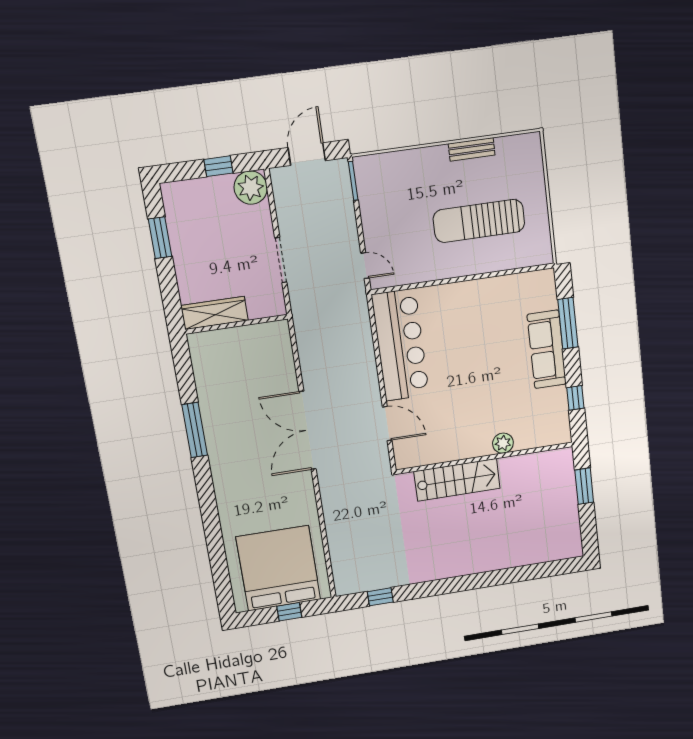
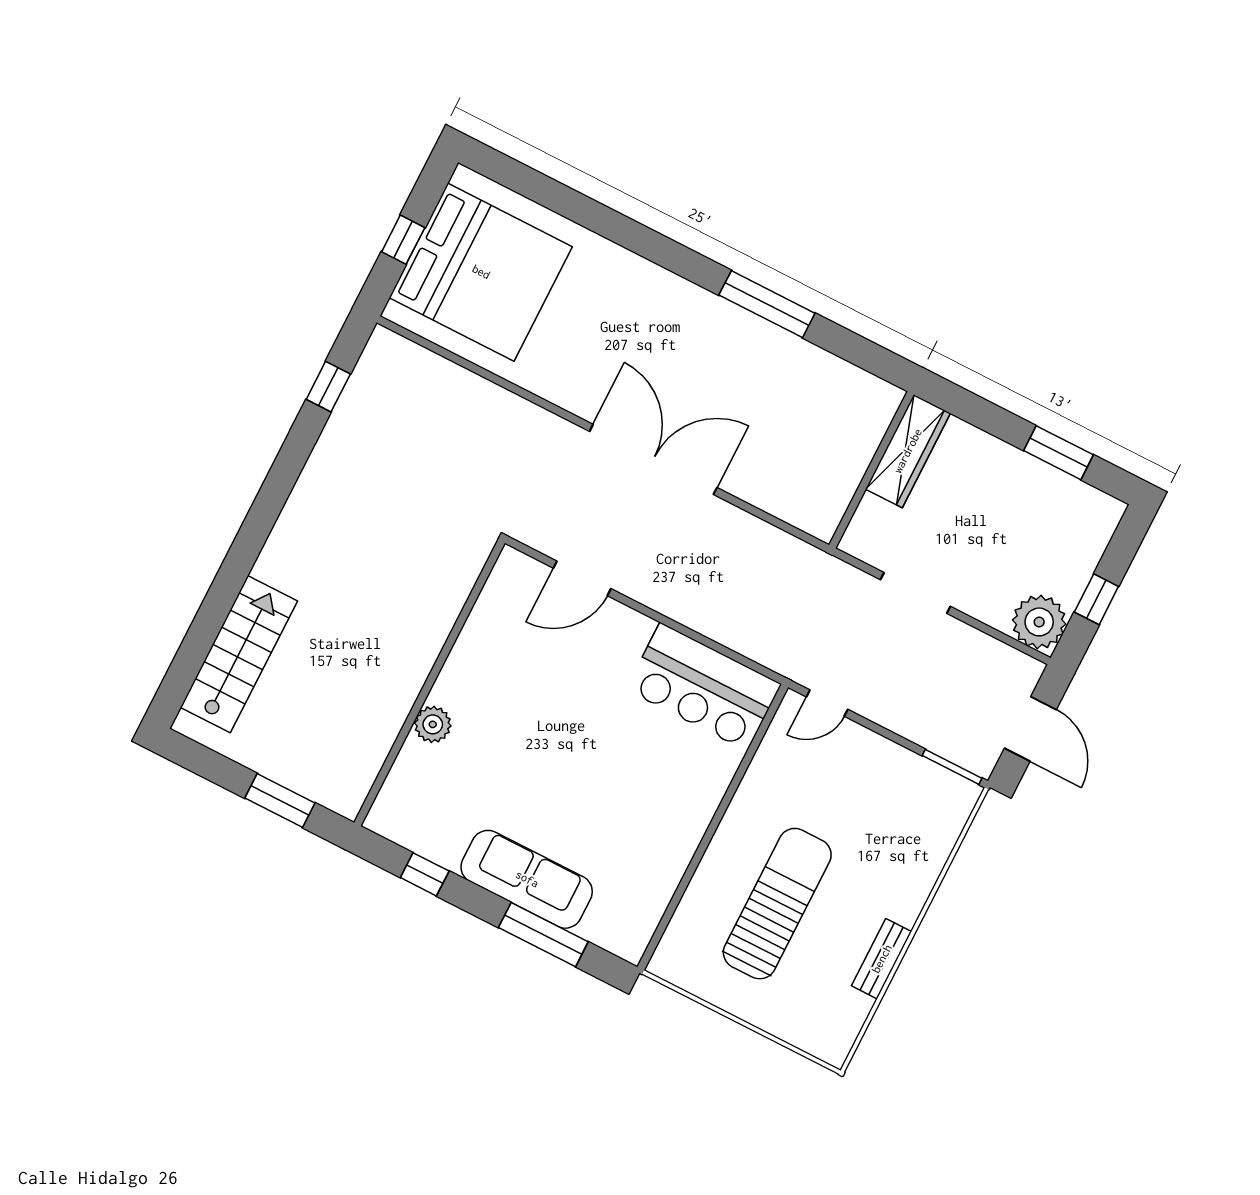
bar counter: (400, 345) -> (704, 687), width x0.73
stairs: (457, 480) -> (239, 654), moved, turned 180

